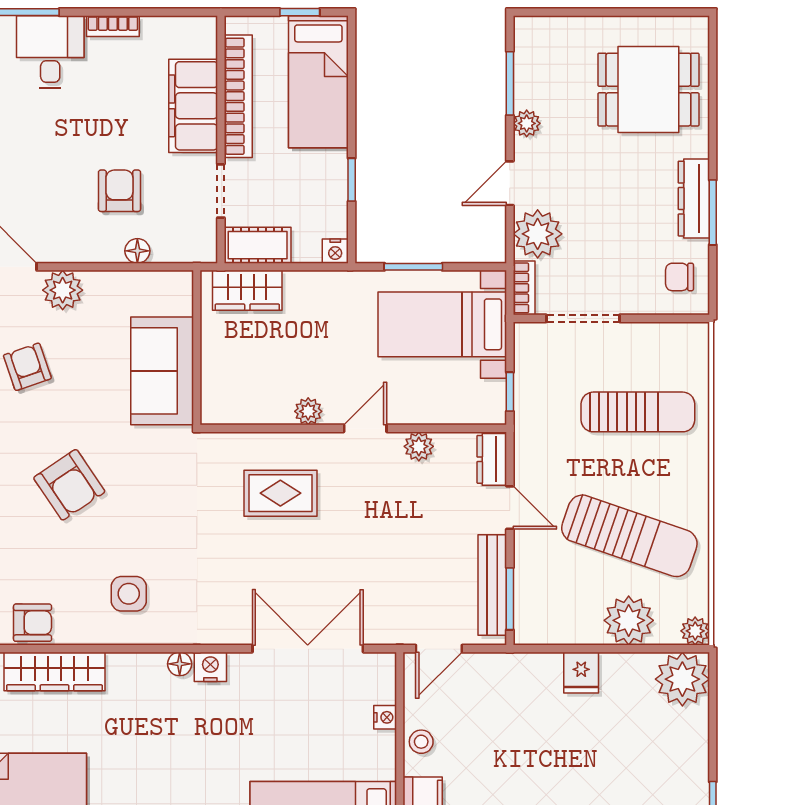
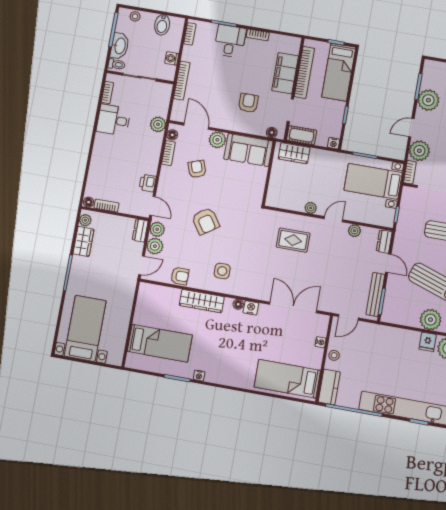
plant: (527, 123) -> (428, 100), width x1.88, depth x1.88
floor lamp: (137, 251) -> (272, 132), moved
sofa: (162, 371) -> (248, 150), moved, turned -90
wardrobe: (54, 671) -> (202, 301), moved
fridge: (581, 673) -> (428, 342), moved

